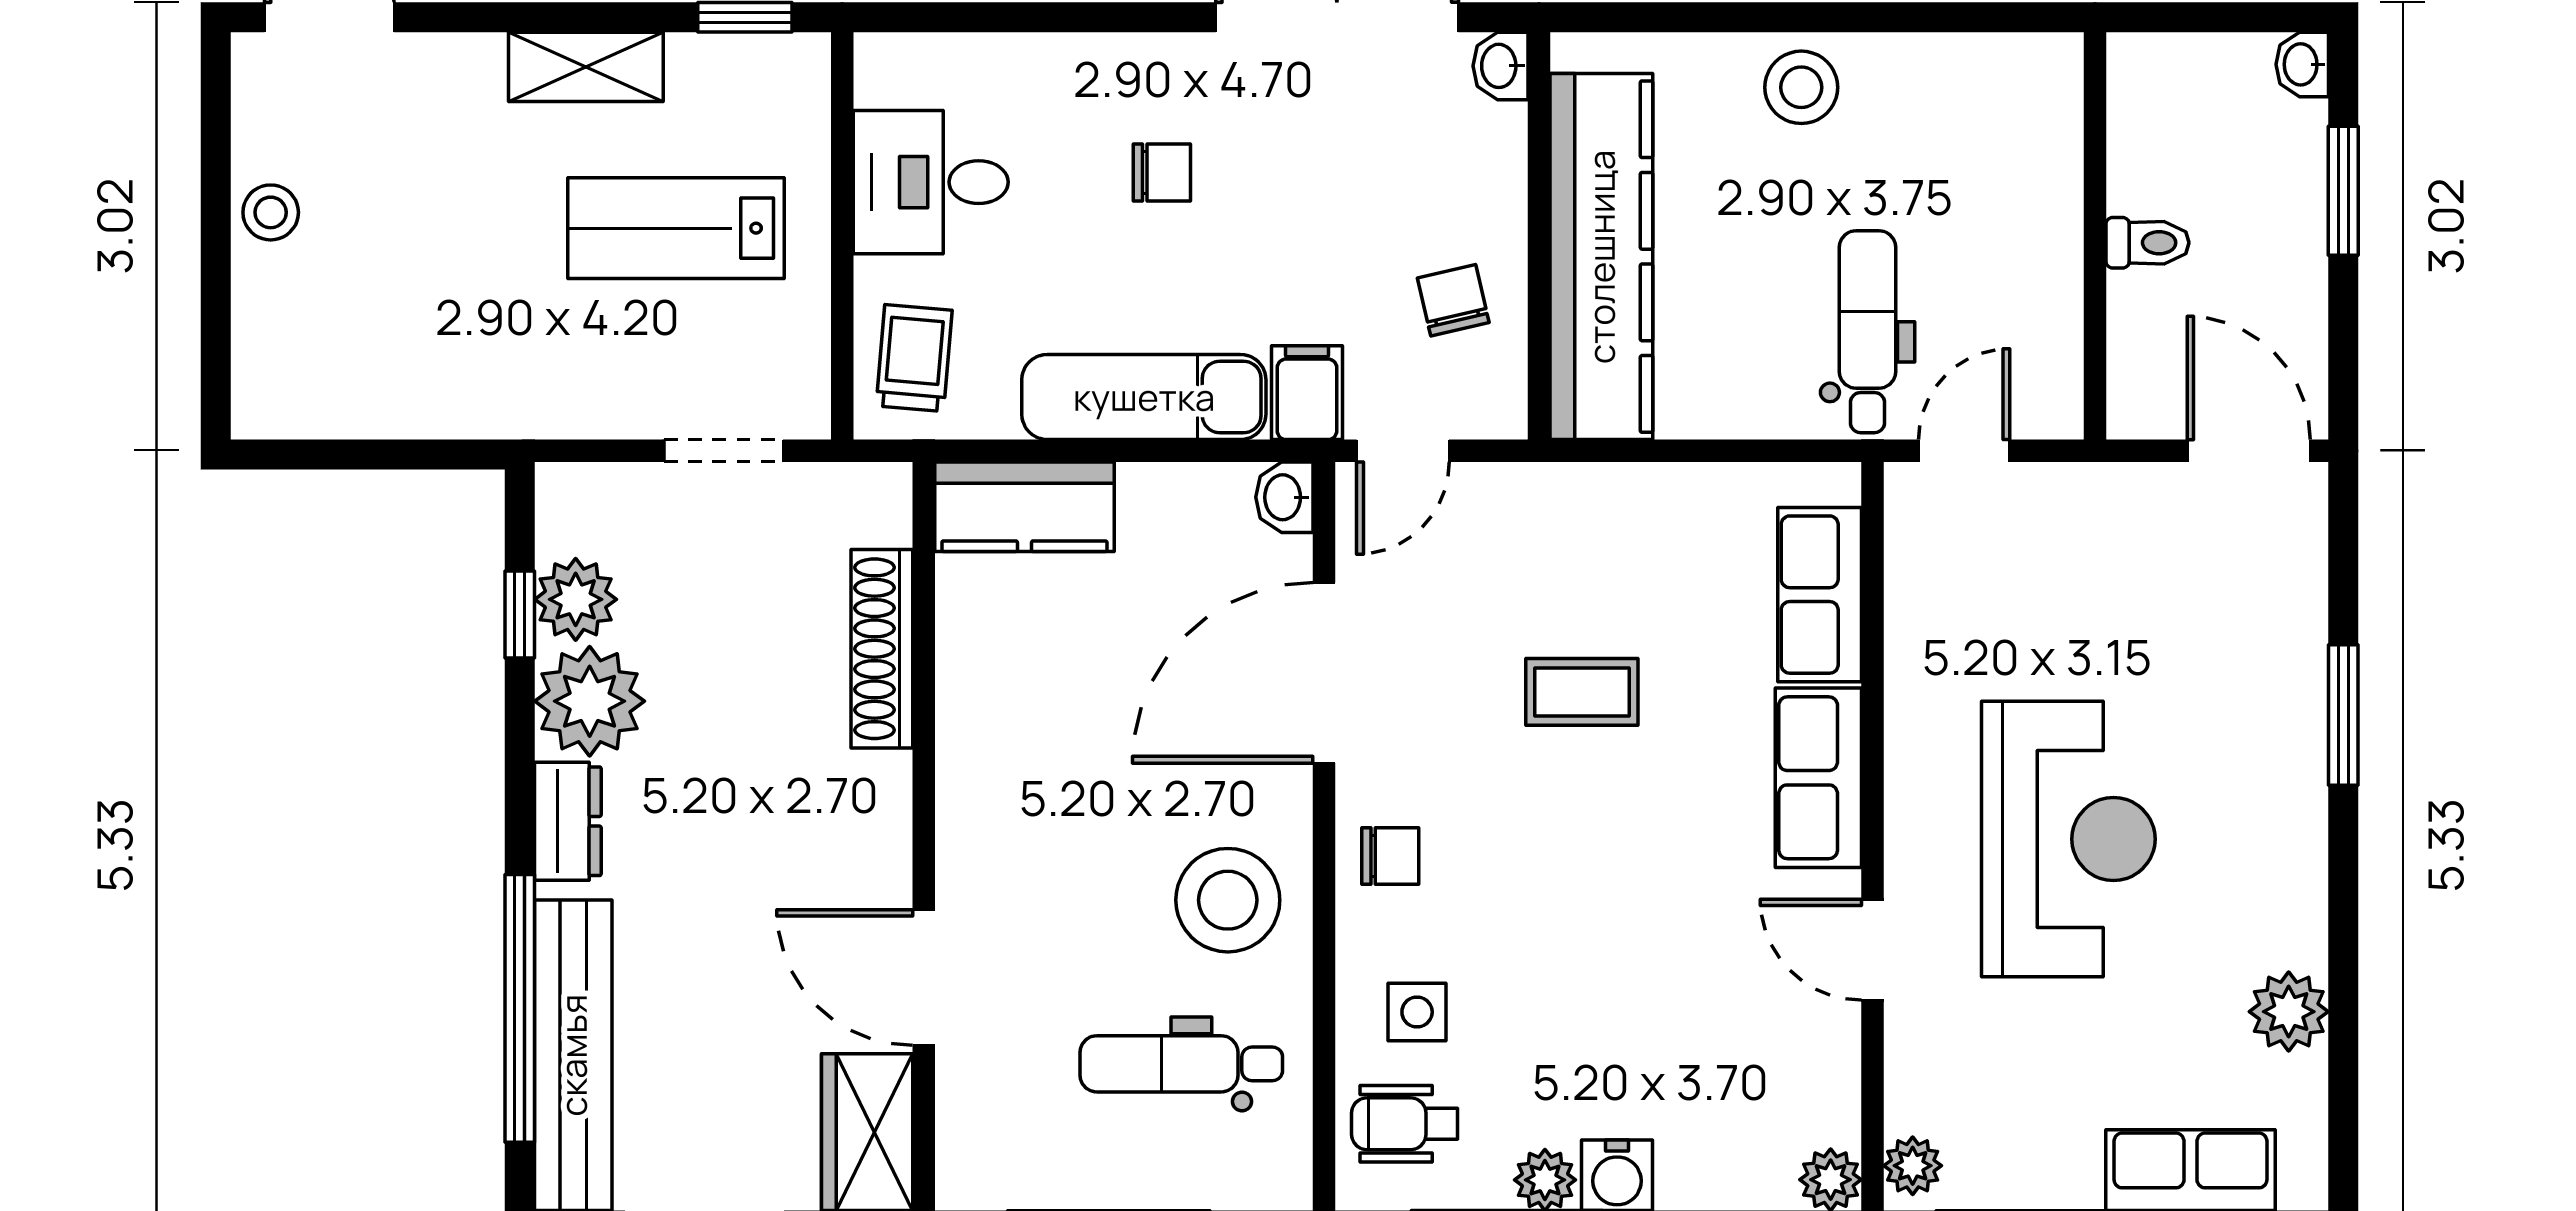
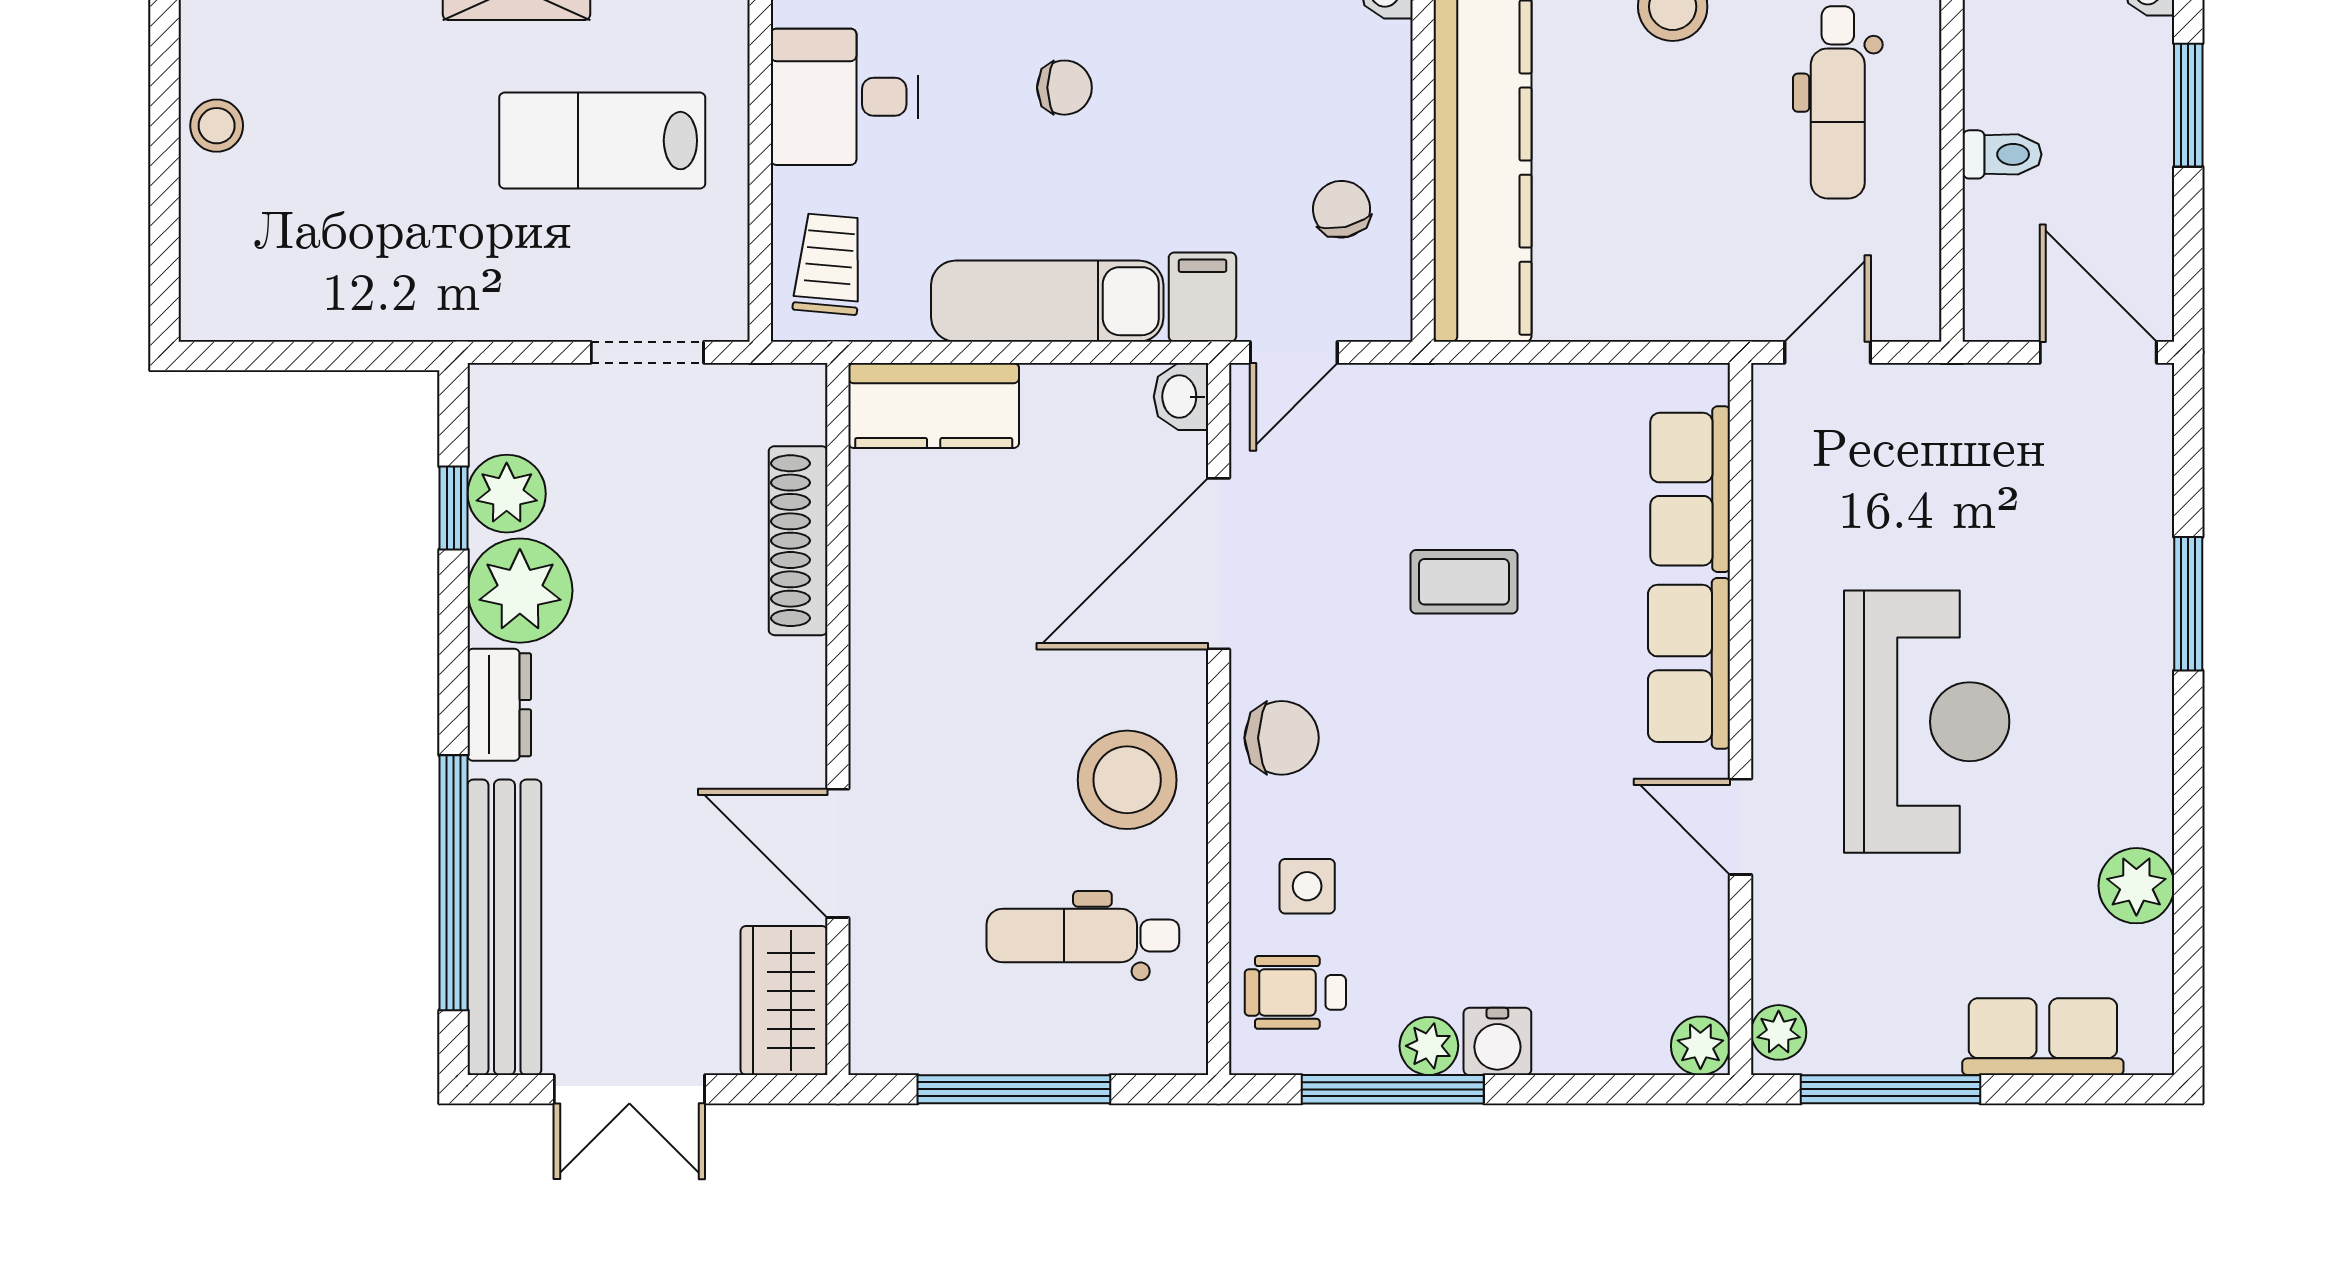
dental chair: (1868, 332) -> (1838, 102), moved, turned 180
chair: (1390, 856) -> (1282, 738), width x1.37, depth x1.37

